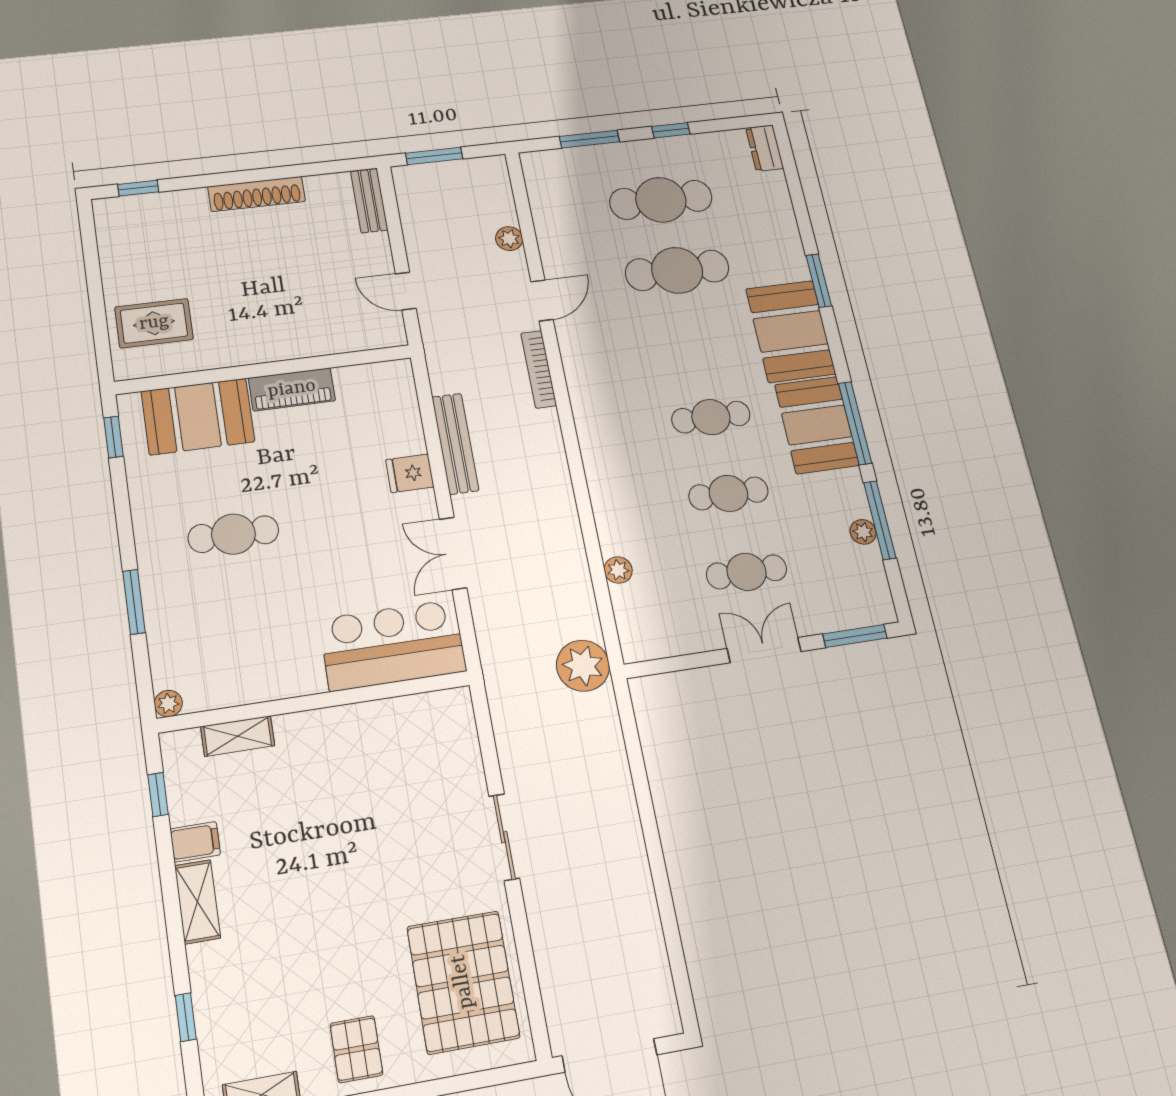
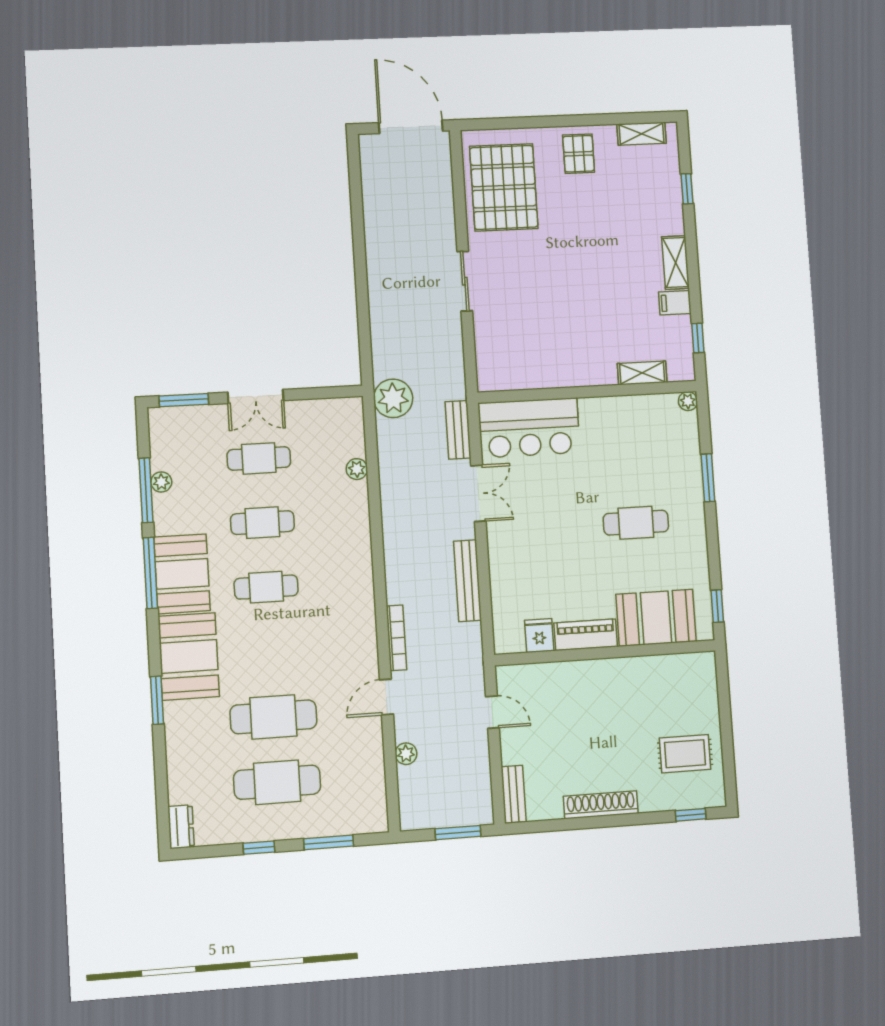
rug: (154, 323) -> (685, 754), moved
fridge: (410, 473) -> (539, 635), moved, turned -90
bench: (490, 633) -> (458, 430), added

